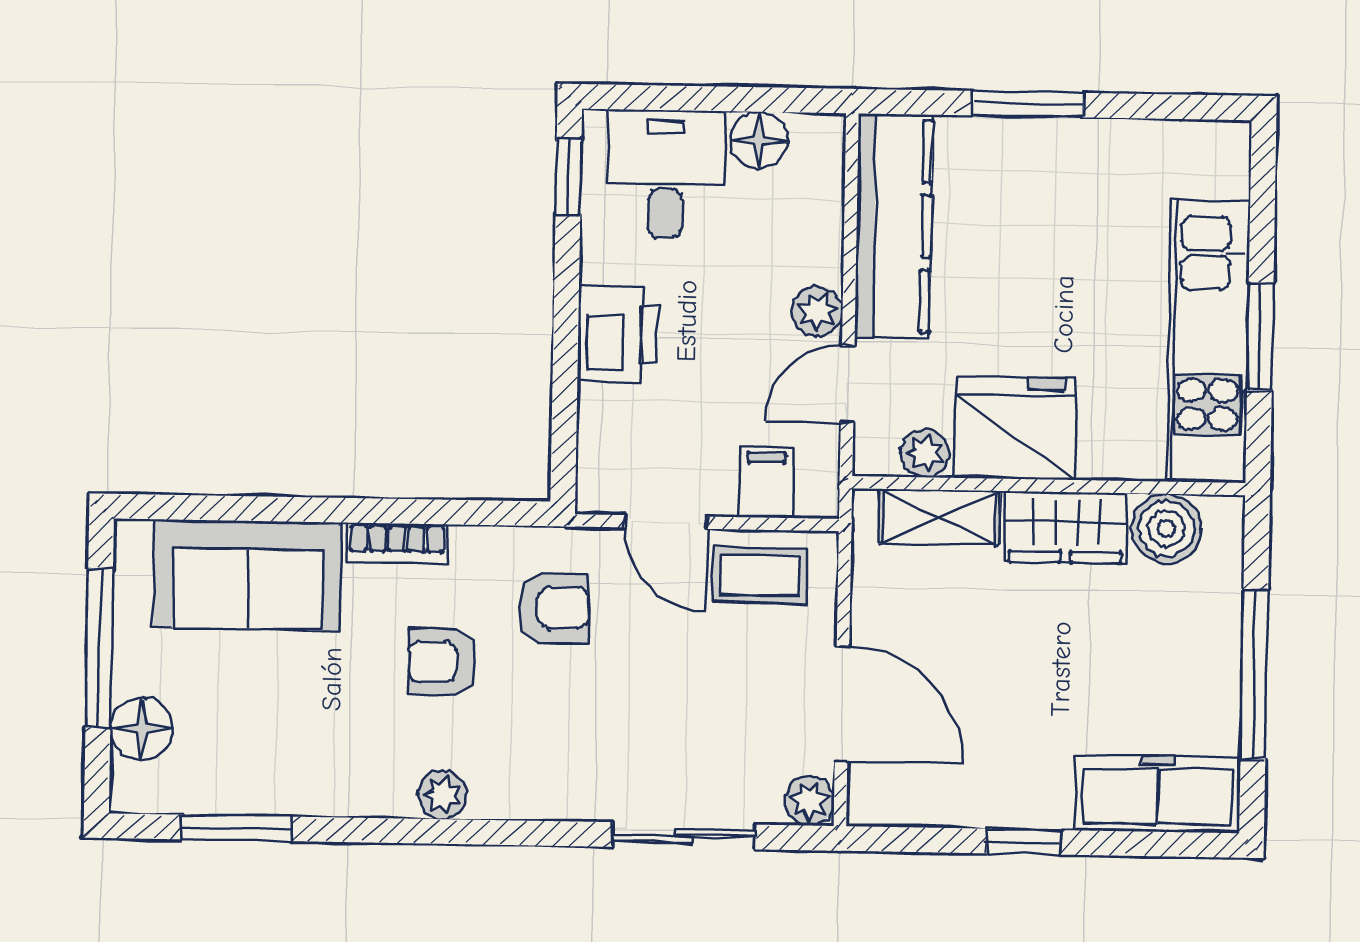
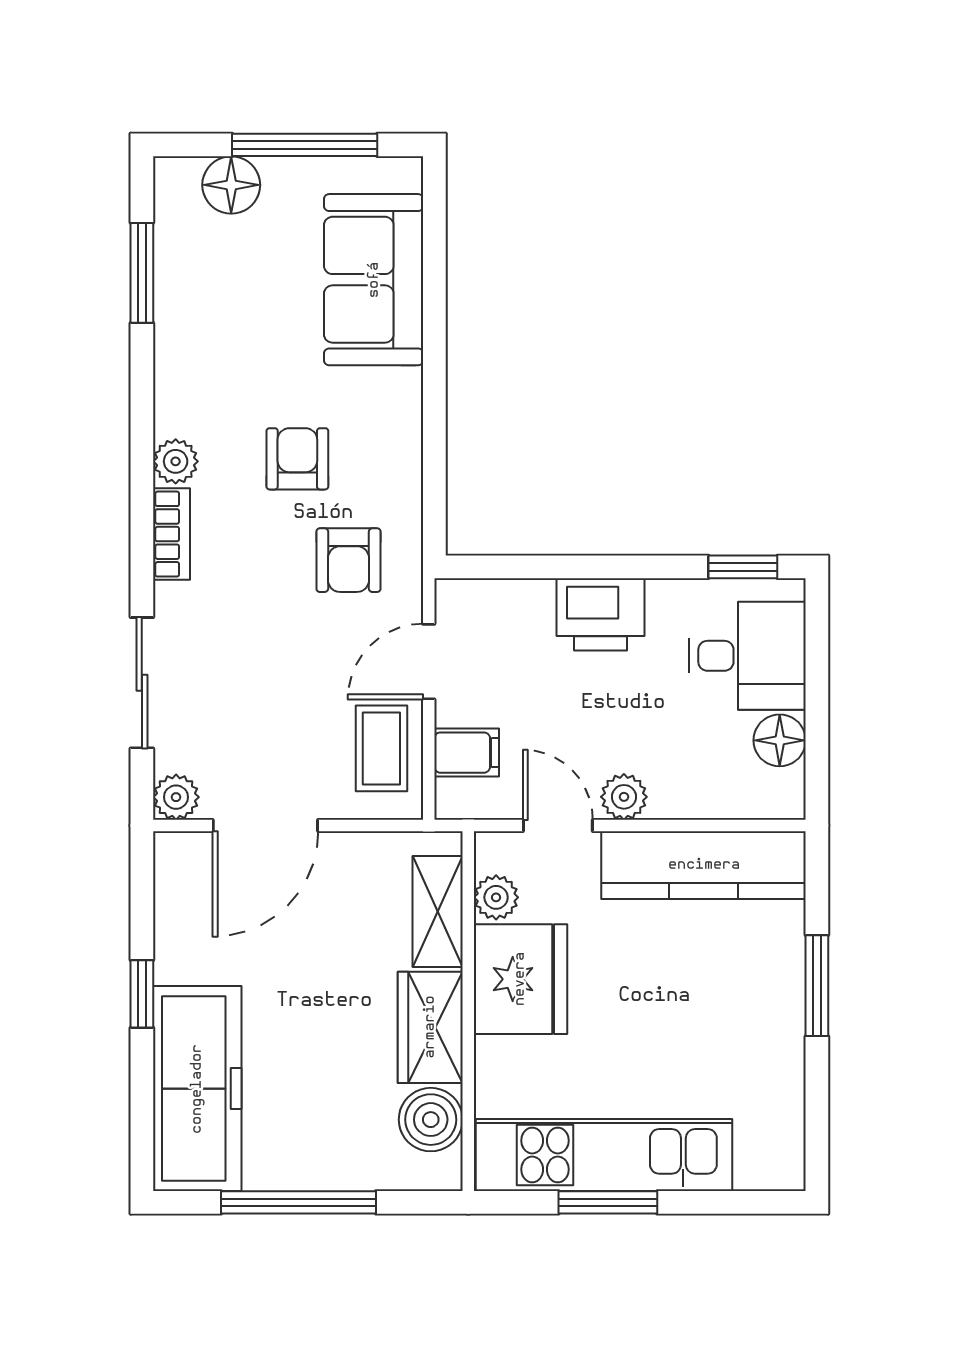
bookcase: (397, 543) -> (172, 534), moved, turned 180
freezer: (1158, 794) -> (197, 1089), width x1.36, depth x1.26

